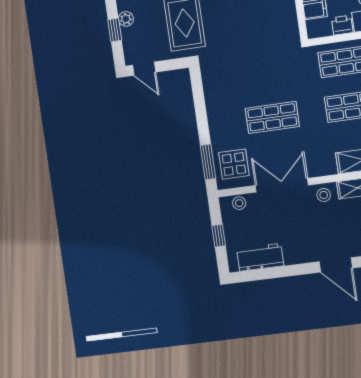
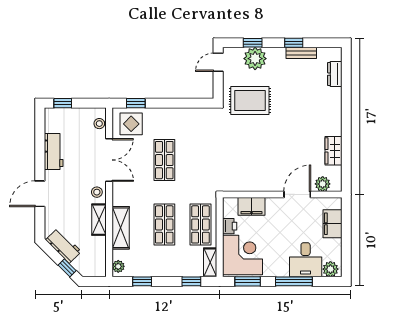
plant: (126, 19) -> (255, 59), width x1.88, depth x1.88
window: (208, 162) -> (136, 103), width x0.67
window: (219, 236) -> (63, 103), moved
workbench: (260, 257) -> (54, 151), moved

